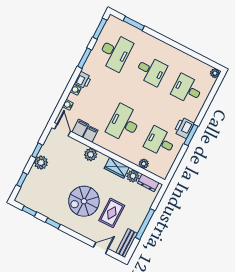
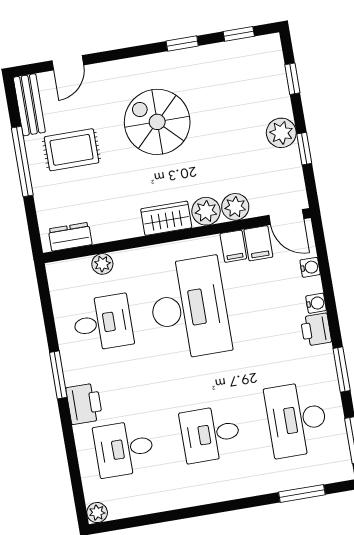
desk: (187, 89) -> (124, 449), turned 180
desk: (124, 123) -> (189, 308), width x1.36, depth x1.30
printer: (184, 128) -> (84, 404), moved
wardrobe: (117, 168) -> (166, 218), moved
plant: (133, 176) -> (235, 207), moved
spiral stairs: (84, 201) -> (157, 122), turned -90
rug: (112, 213) -> (72, 150), moved, turned 90

